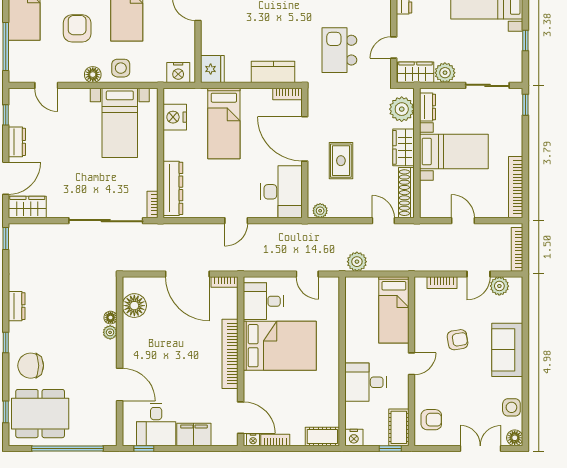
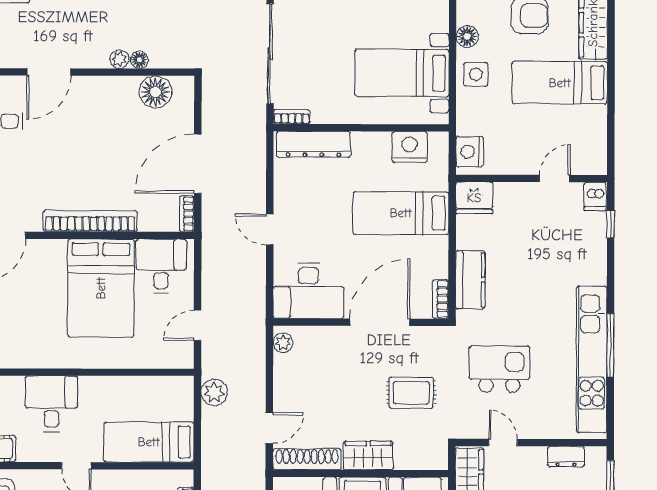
plant: (402, 109) -> (420, 453), removed
rug: (341, 161) -> (411, 393), moved

